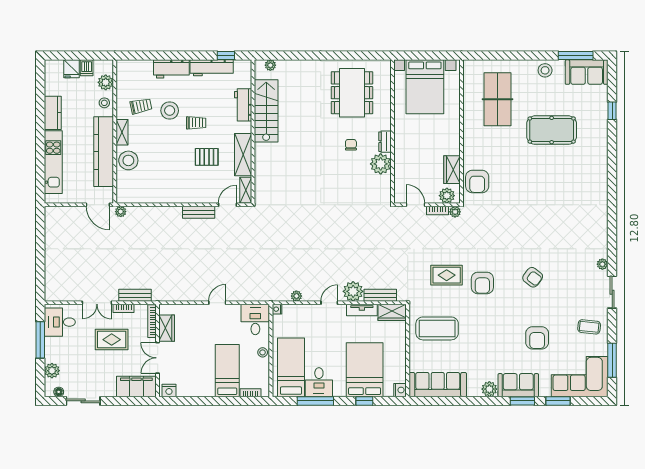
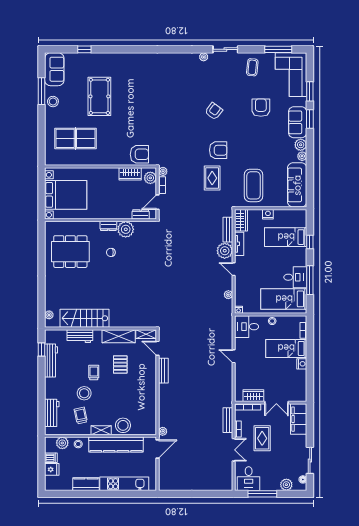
window: (576, 56) -> (42, 91), moved
workbench: (171, 69) -> (52, 413), moved
dresser: (400, 183) -> (141, 214), added
armchair: (537, 338) -> (261, 108), turned -90
bed: (365, 370) -> (286, 237), width x0.67
nightstand: (169, 390) -> (302, 364), moved
nightstand: (400, 390) -> (268, 214), moved
plant: (475, 391) -> (302, 156), added

